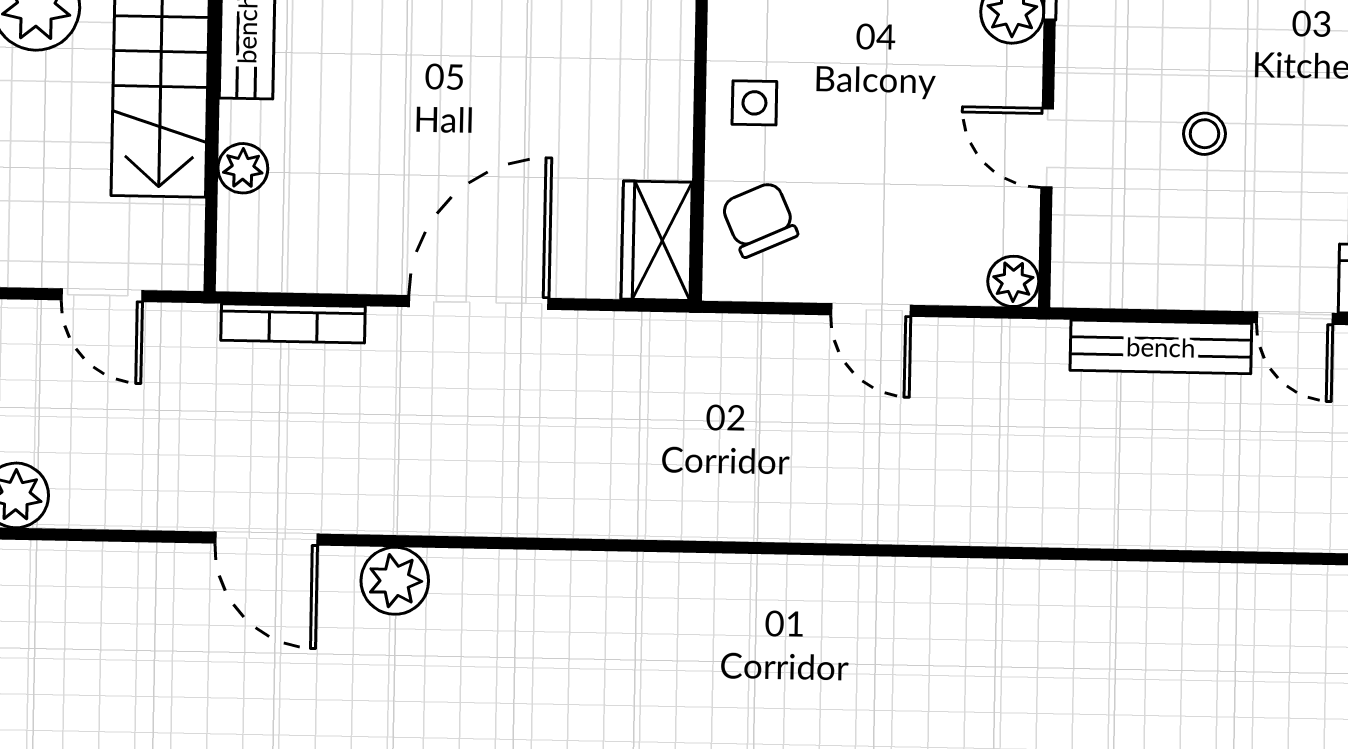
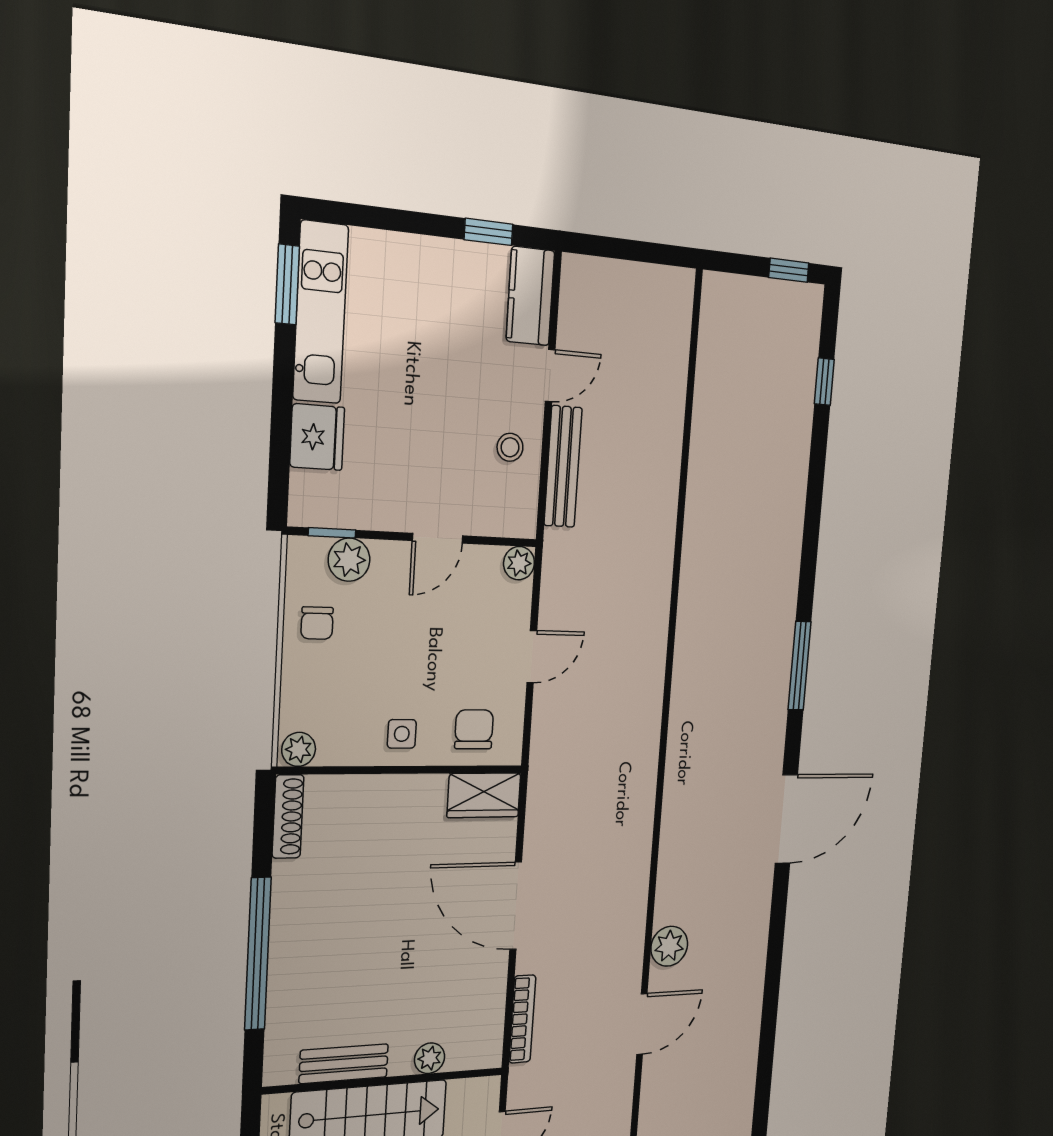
stool: (1205, 134) -> (510, 447), moved
chair: (759, 219) -> (474, 729), turned 114

